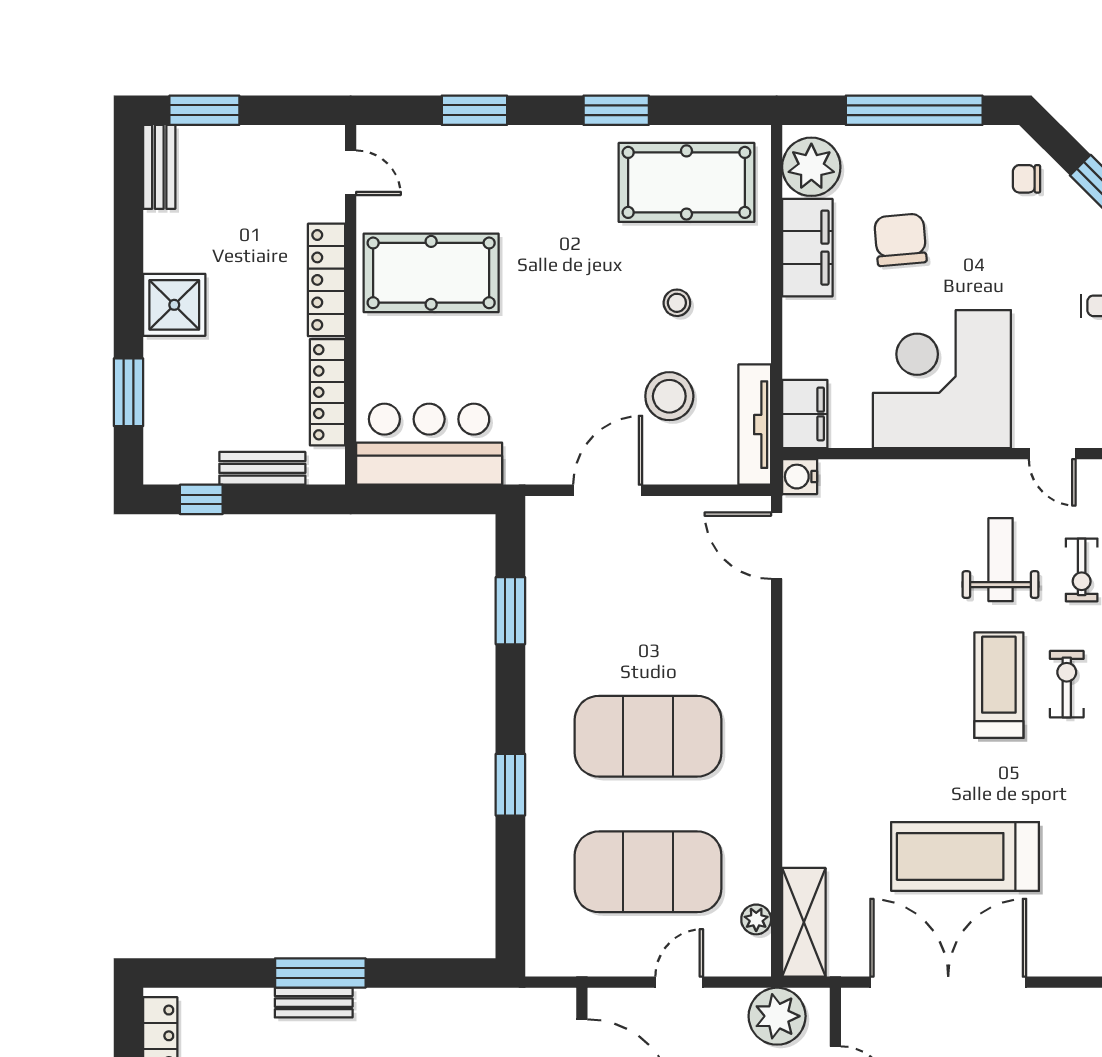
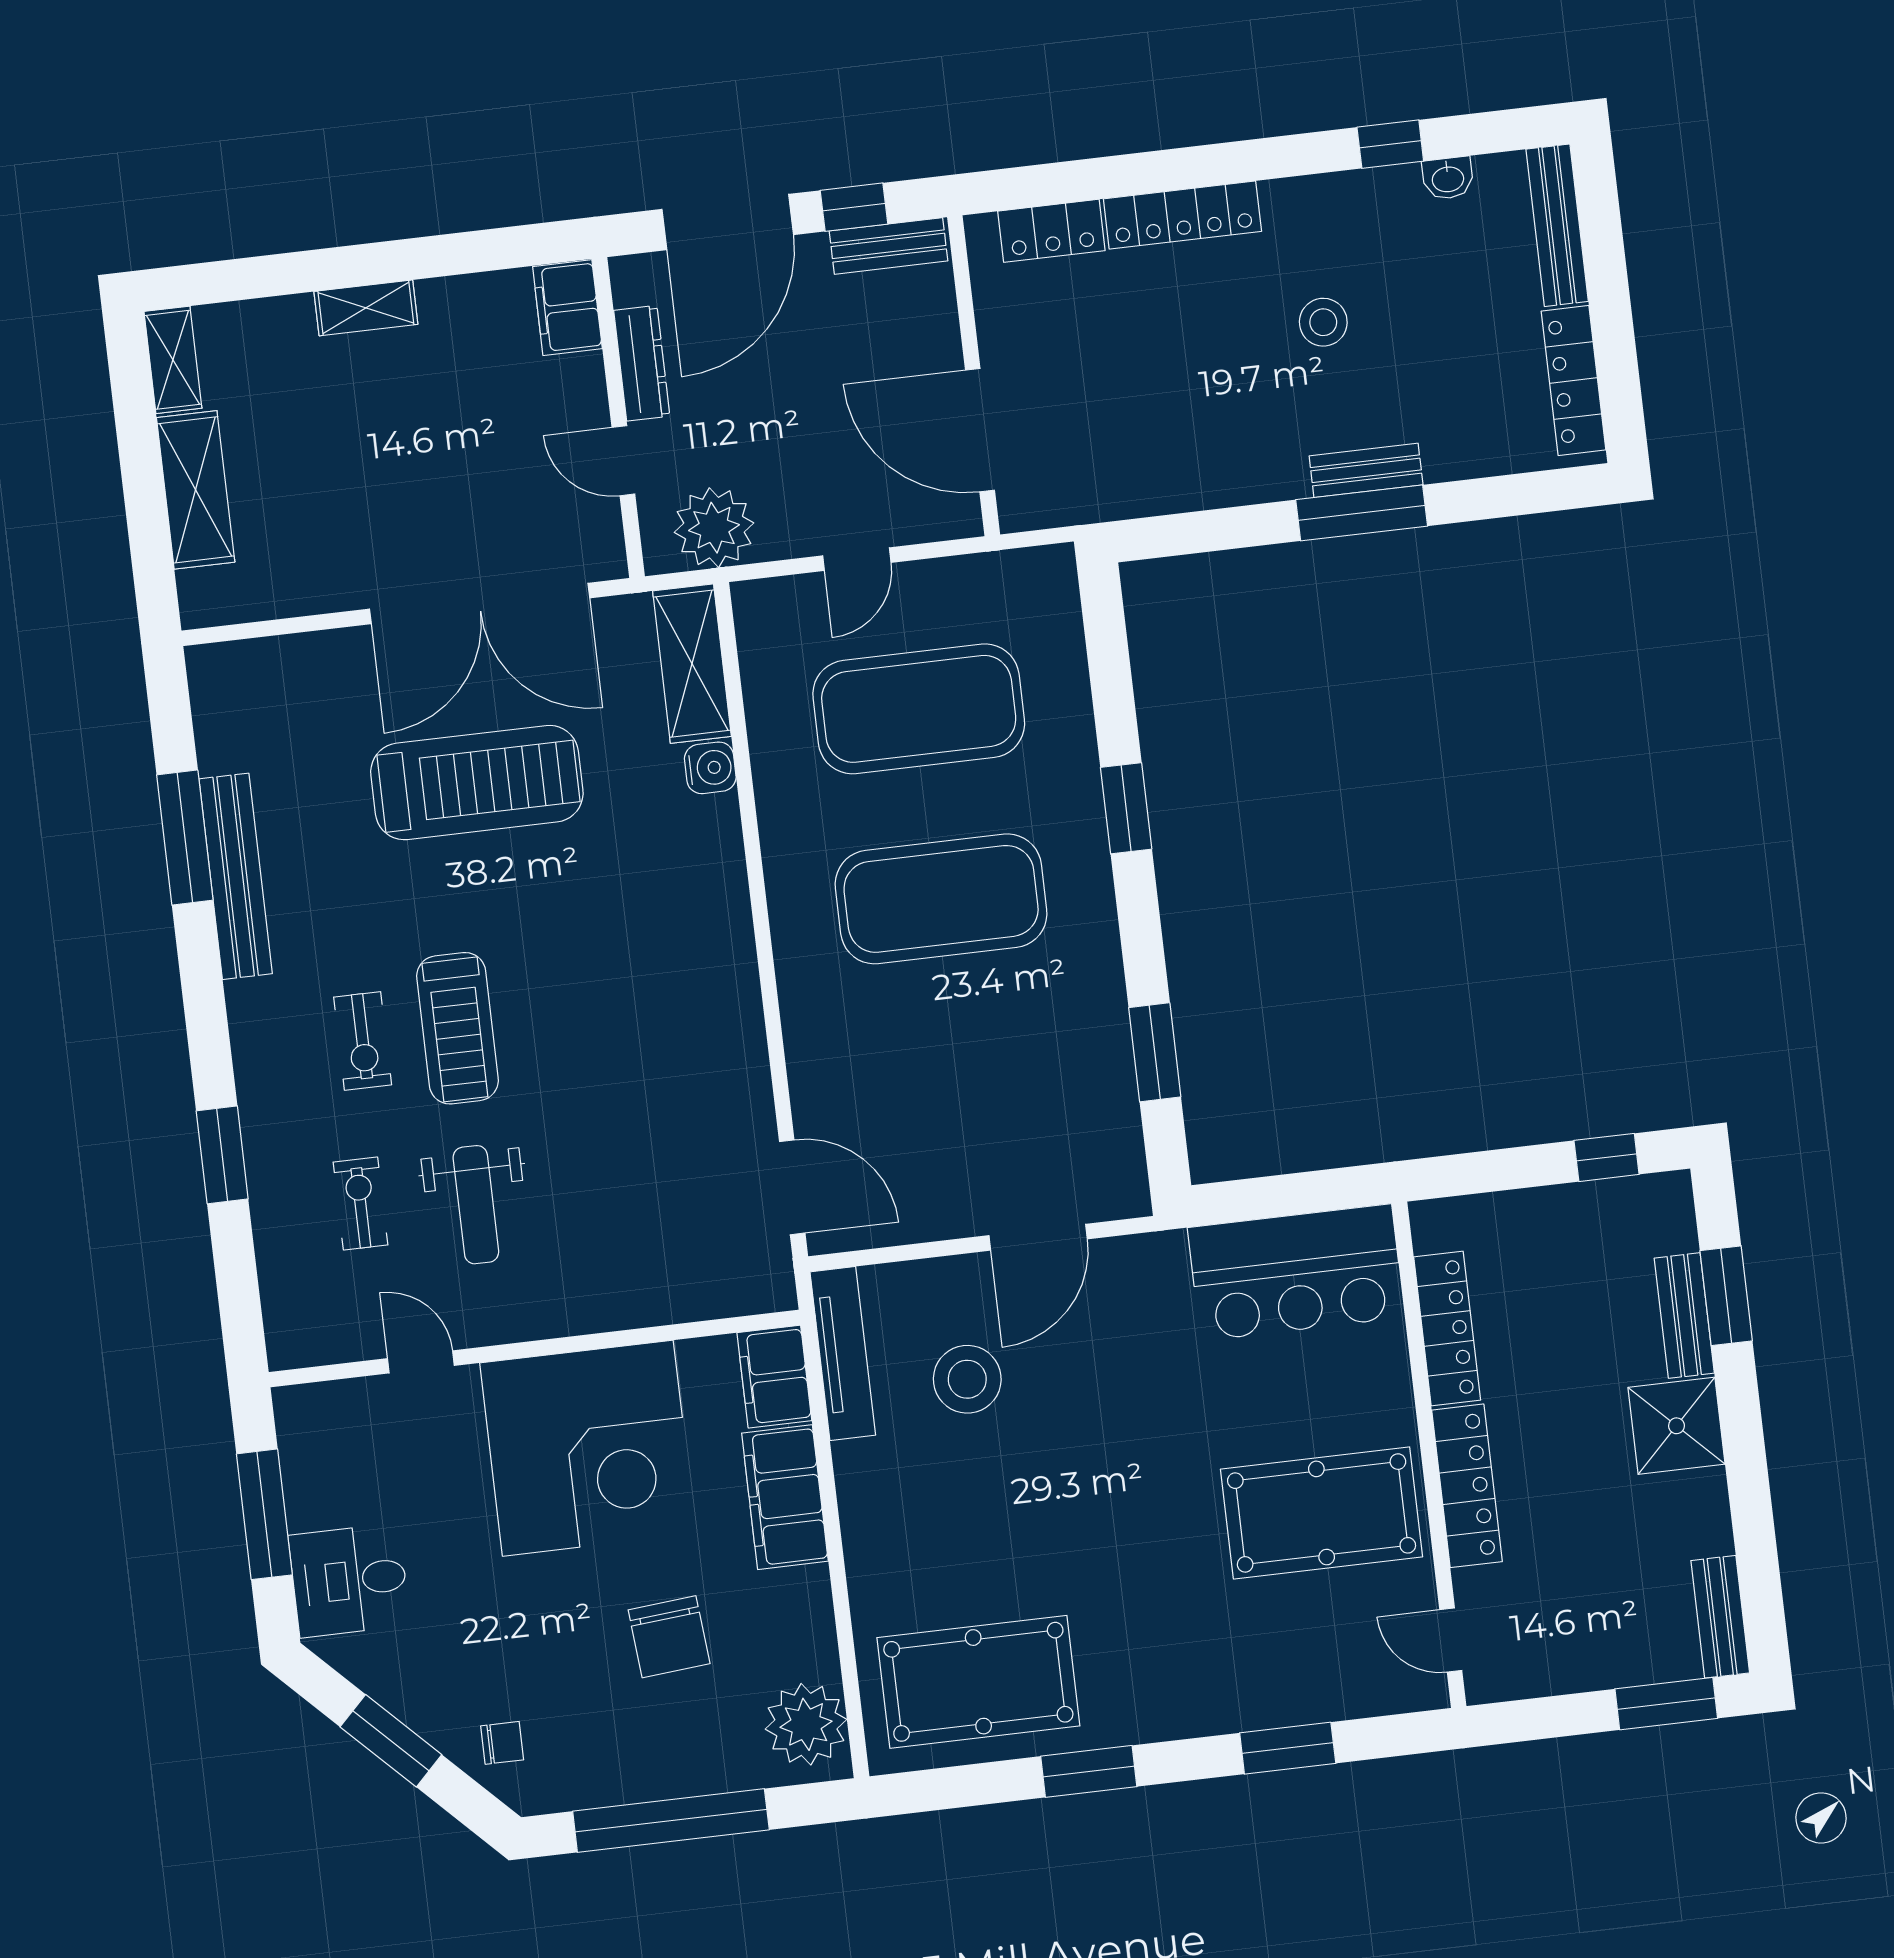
filing cabinet: (807, 248) -> (785, 1497), moved
stool: (677, 303) -> (972, 1512), removed
bench: (262, 468) -> (1684, 1316), moved, turned 90
water cooler: (800, 477) -> (710, 768), moved
plant: (756, 919) -> (759, 660), removed

